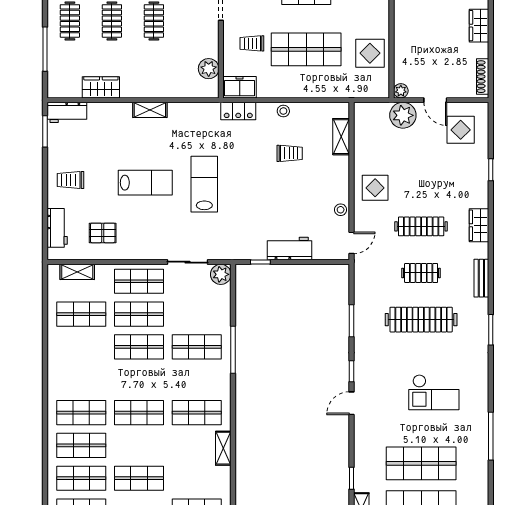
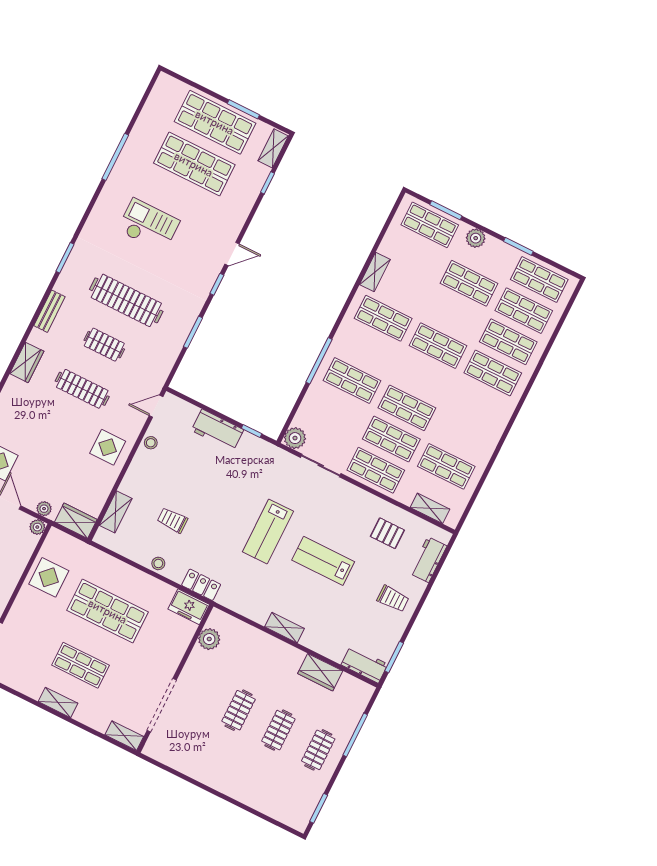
trolley: (252, 43) -> (156, 643), removed
wardrobe: (371, 112) -> (76, 521), added
plant: (403, 115) -> (44, 509), width x0.53, depth x0.53

